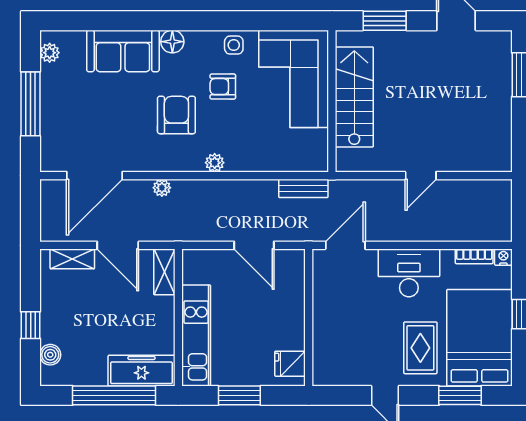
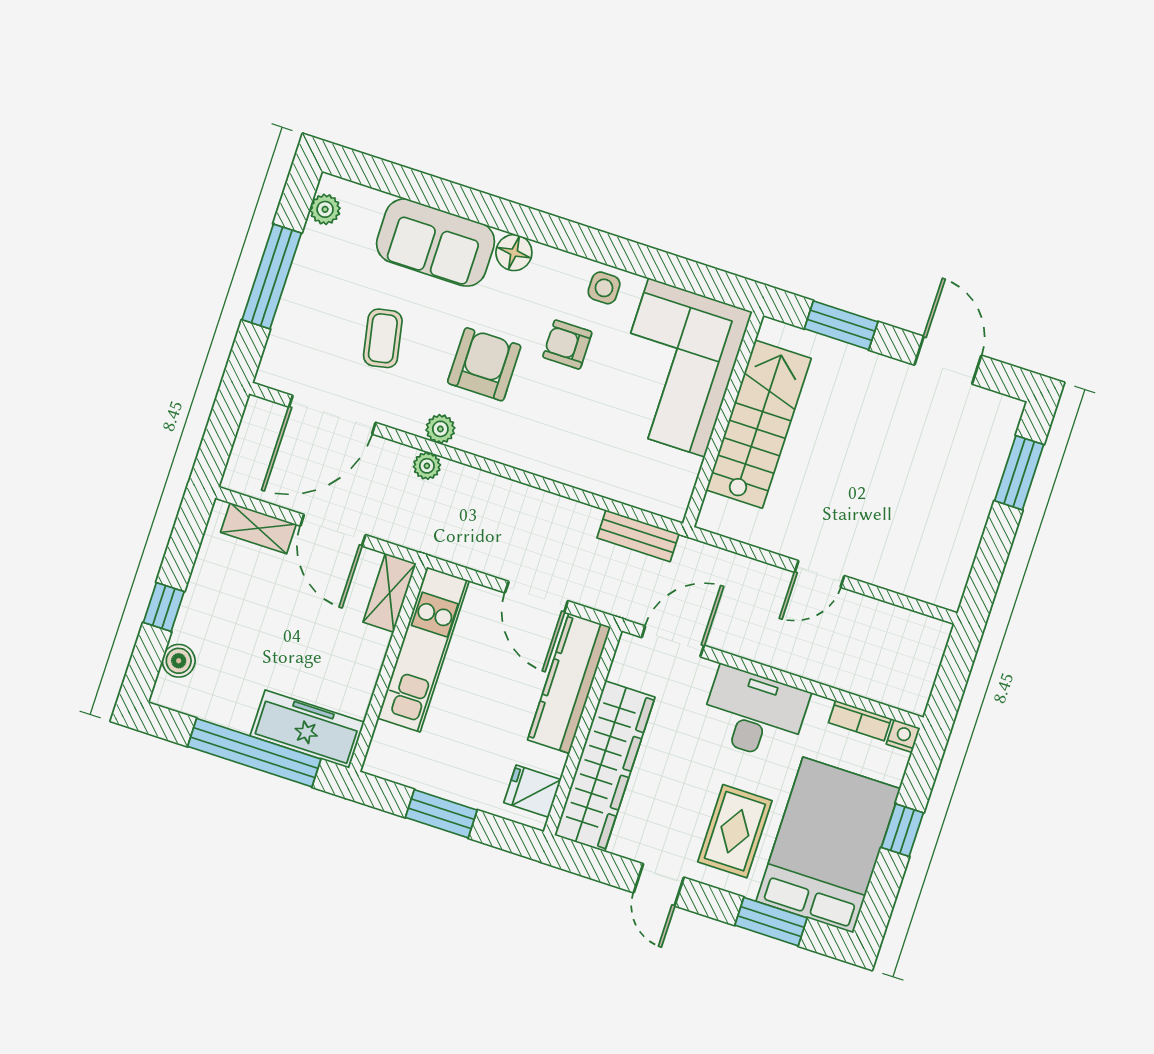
coffee table: (110, 119) -> (383, 338), added
plant: (215, 163) -> (440, 429), moved
kitchen counter: (291, 291) -> (569, 683), added
wardrobe: (329, 334) -> (605, 766), added
kitchen unit: (196, 335) -> (423, 649), moved

